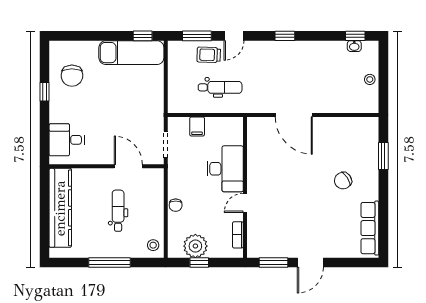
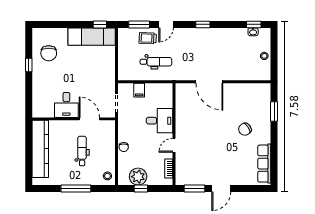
desk: (67, 140) -> (66, 105), moved, turned -90
desk: (225, 169) -> (160, 121), width x0.73

